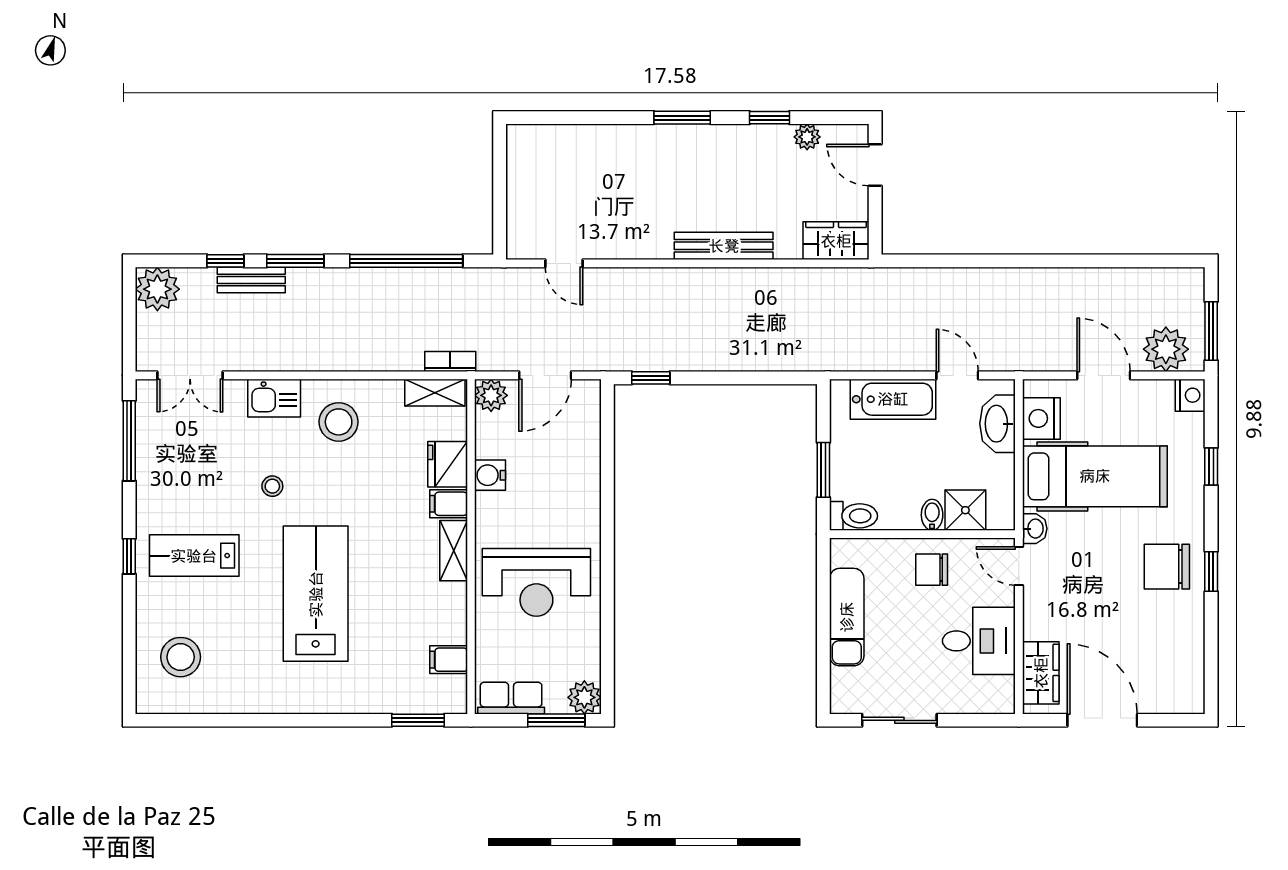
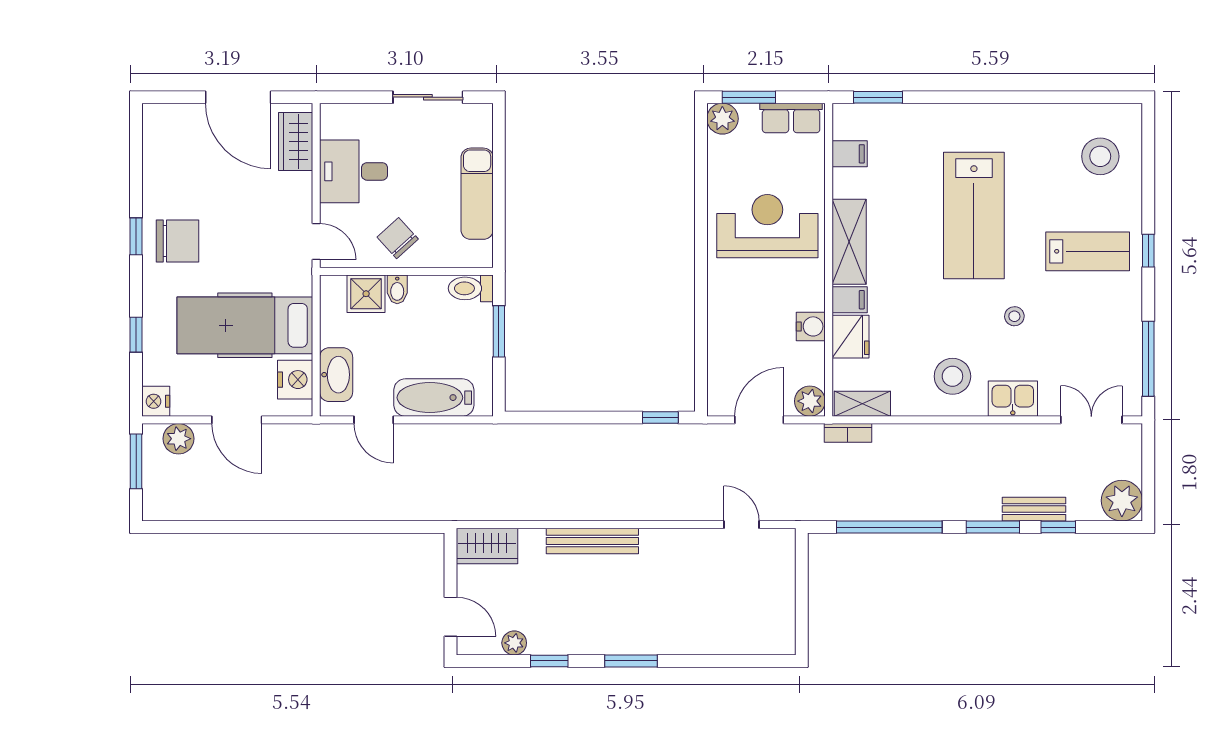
plant: (1166, 349) -> (179, 439), width x0.73, depth x0.73
washbasin: (1035, 529) -> (301, 277), removed
shelving: (454, 551) -> (849, 242), width x1.50, depth x1.33
chair: (932, 570) -> (398, 238), turned -132

